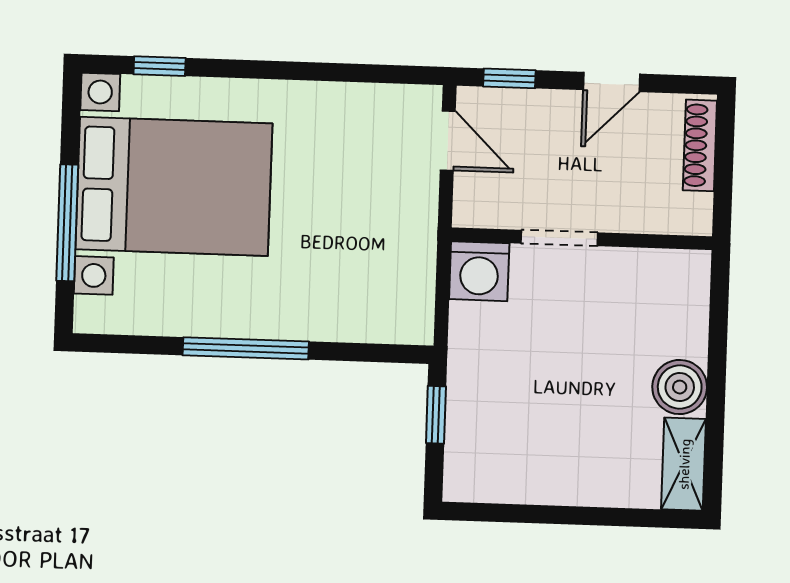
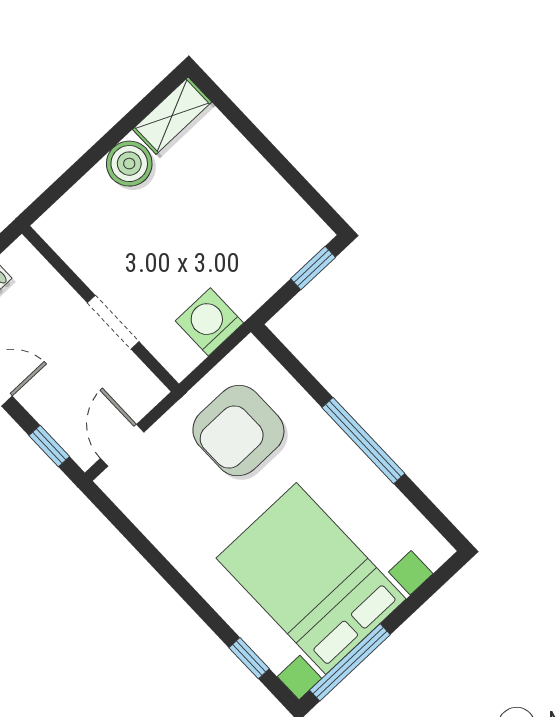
window: (67, 223) -> (350, 662), moved
armchair: (361, 251) -> (238, 431), added
washing machine: (479, 271) -> (209, 322), moved, turned -90
window: (436, 415) -> (313, 268), moved

